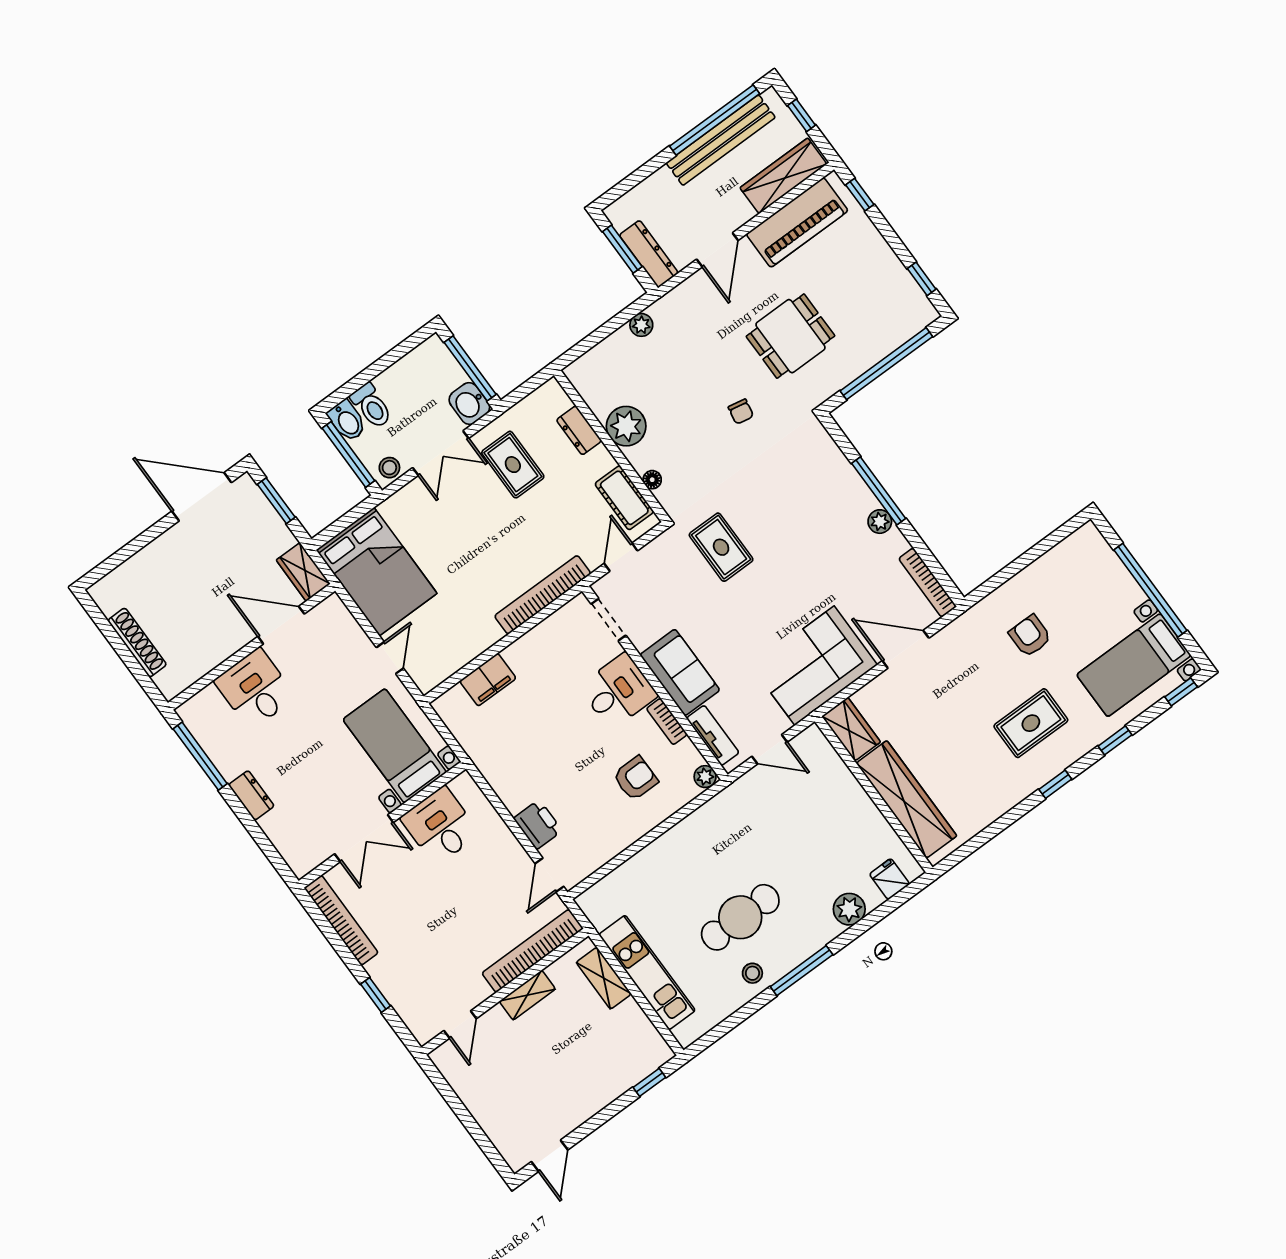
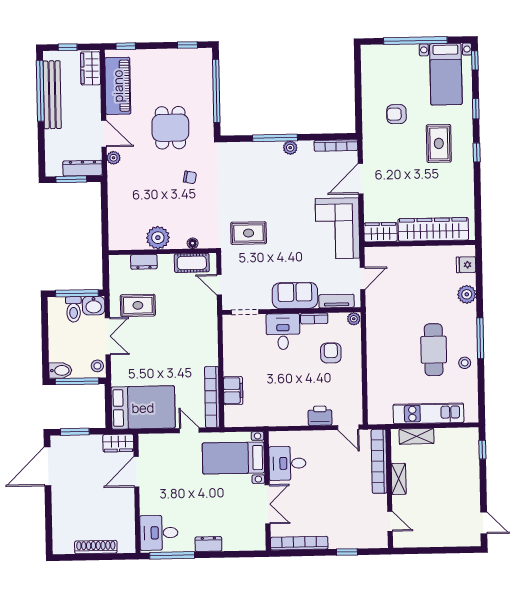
wardrobe: (783, 176) -> (91, 68), width x0.67
plant: (641, 325) -> (114, 158), moved
toilet: (371, 406) -> (74, 309), moved, turned 90
bookcase: (543, 595) -> (212, 397), moved
desk: (255, 689) -> (159, 533), moved

